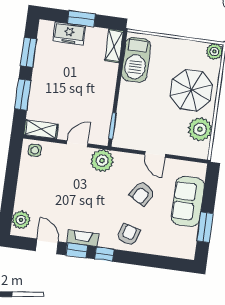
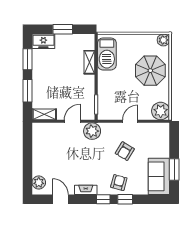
freezer: (69, 33) -> (43, 41), moved
shelving: (114, 46) -> (89, 62), moved
plant: (200, 129) -> (161, 111), moved
side table: (35, 150) -> (42, 130), removed
door: (155, 154) -> (130, 121), swing flipped
sofa: (188, 201) -> (159, 176), moved
window: (77, 250) -> (125, 199), moved

